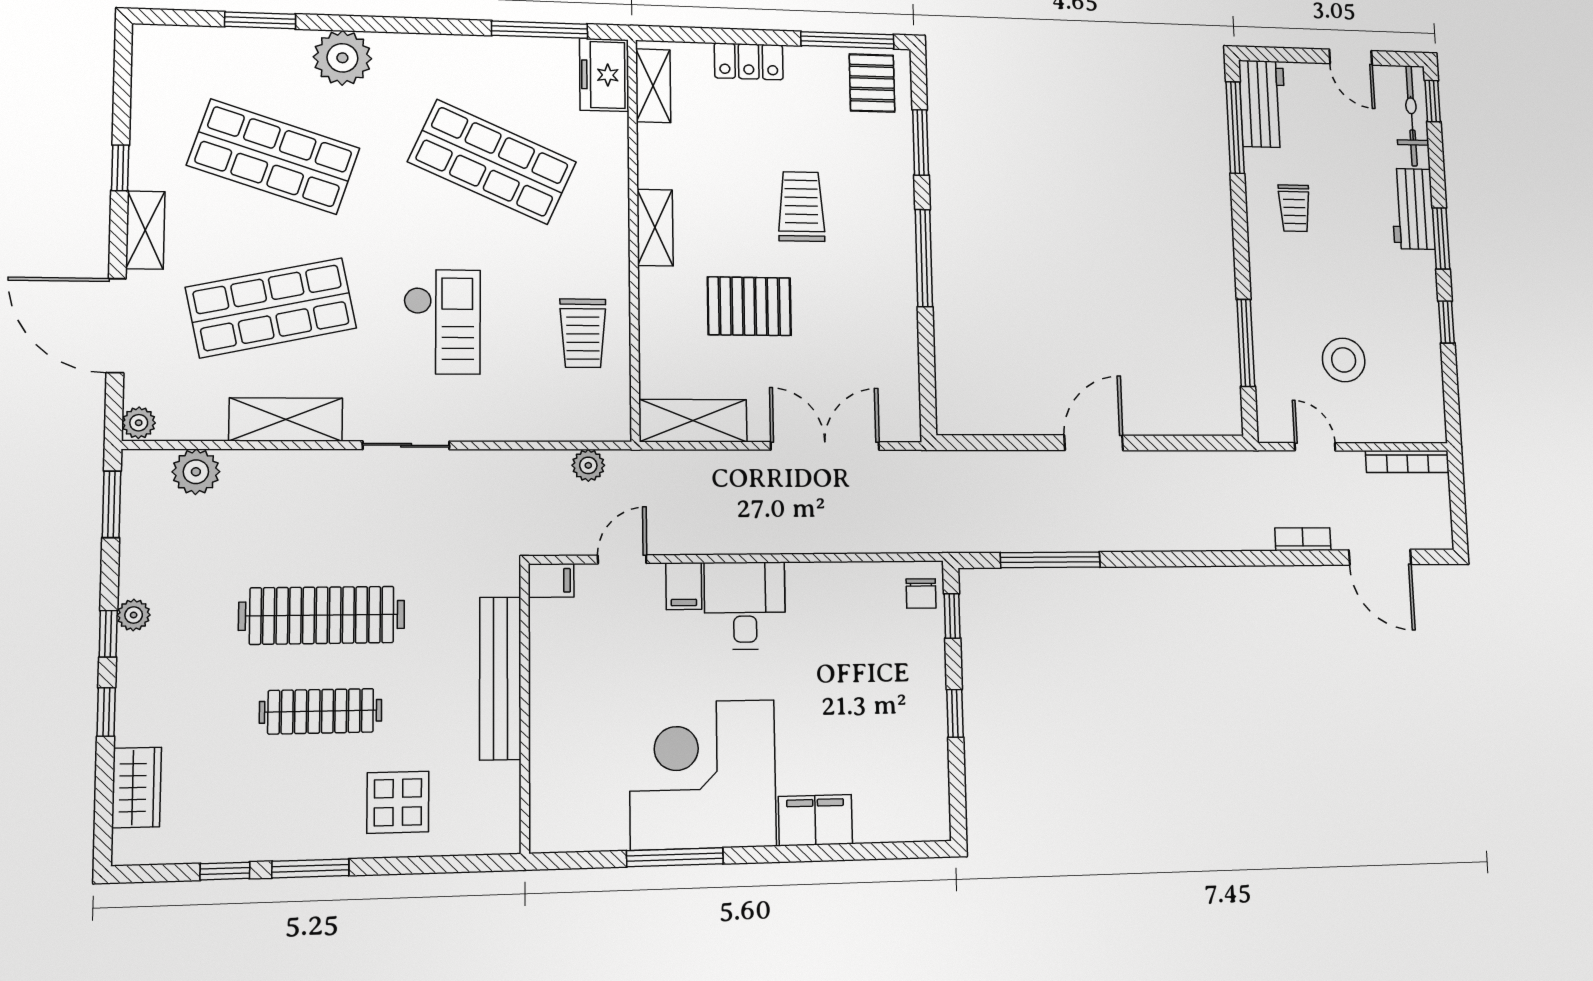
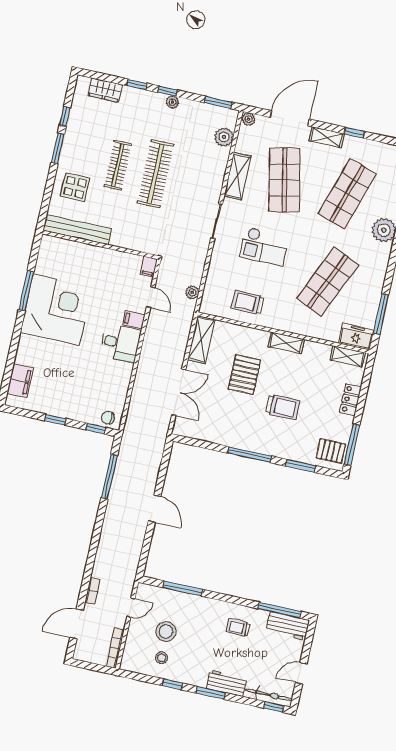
stool: (1399, 357) -> (162, 658), added
bench: (500, 678) -> (77, 230), moved
filing cabinet: (815, 820) -> (20, 381), moved

